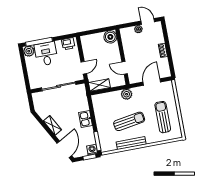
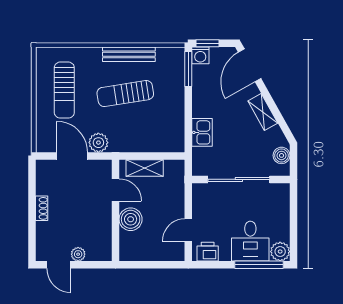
boiler: (110, 37) -> (131, 219), moved
door: (84, 68) -> (188, 230), moved
door: (152, 82) -> (72, 156), swing flipped
shelving: (99, 85) -> (145, 168), moved
plant: (127, 94) -> (98, 143), moved
boiler: (38, 104) -> (282, 155), added
kitchen sink: (85, 119) -> (202, 132), moved

